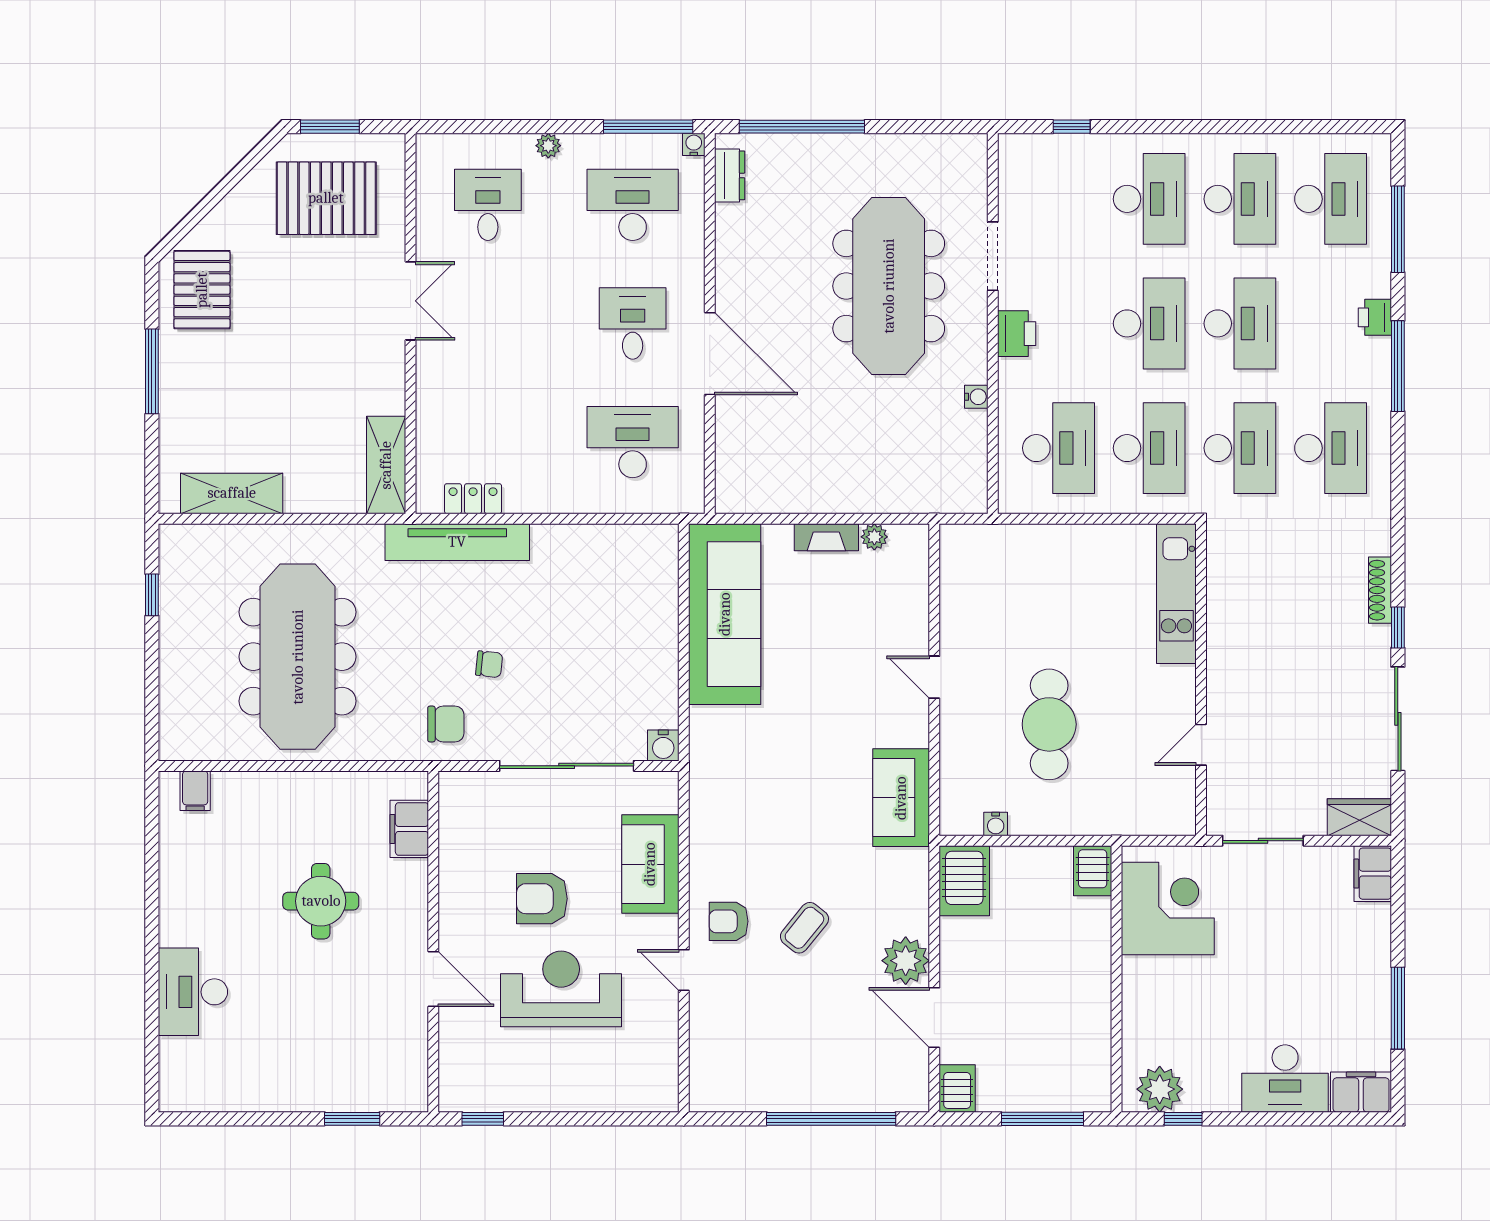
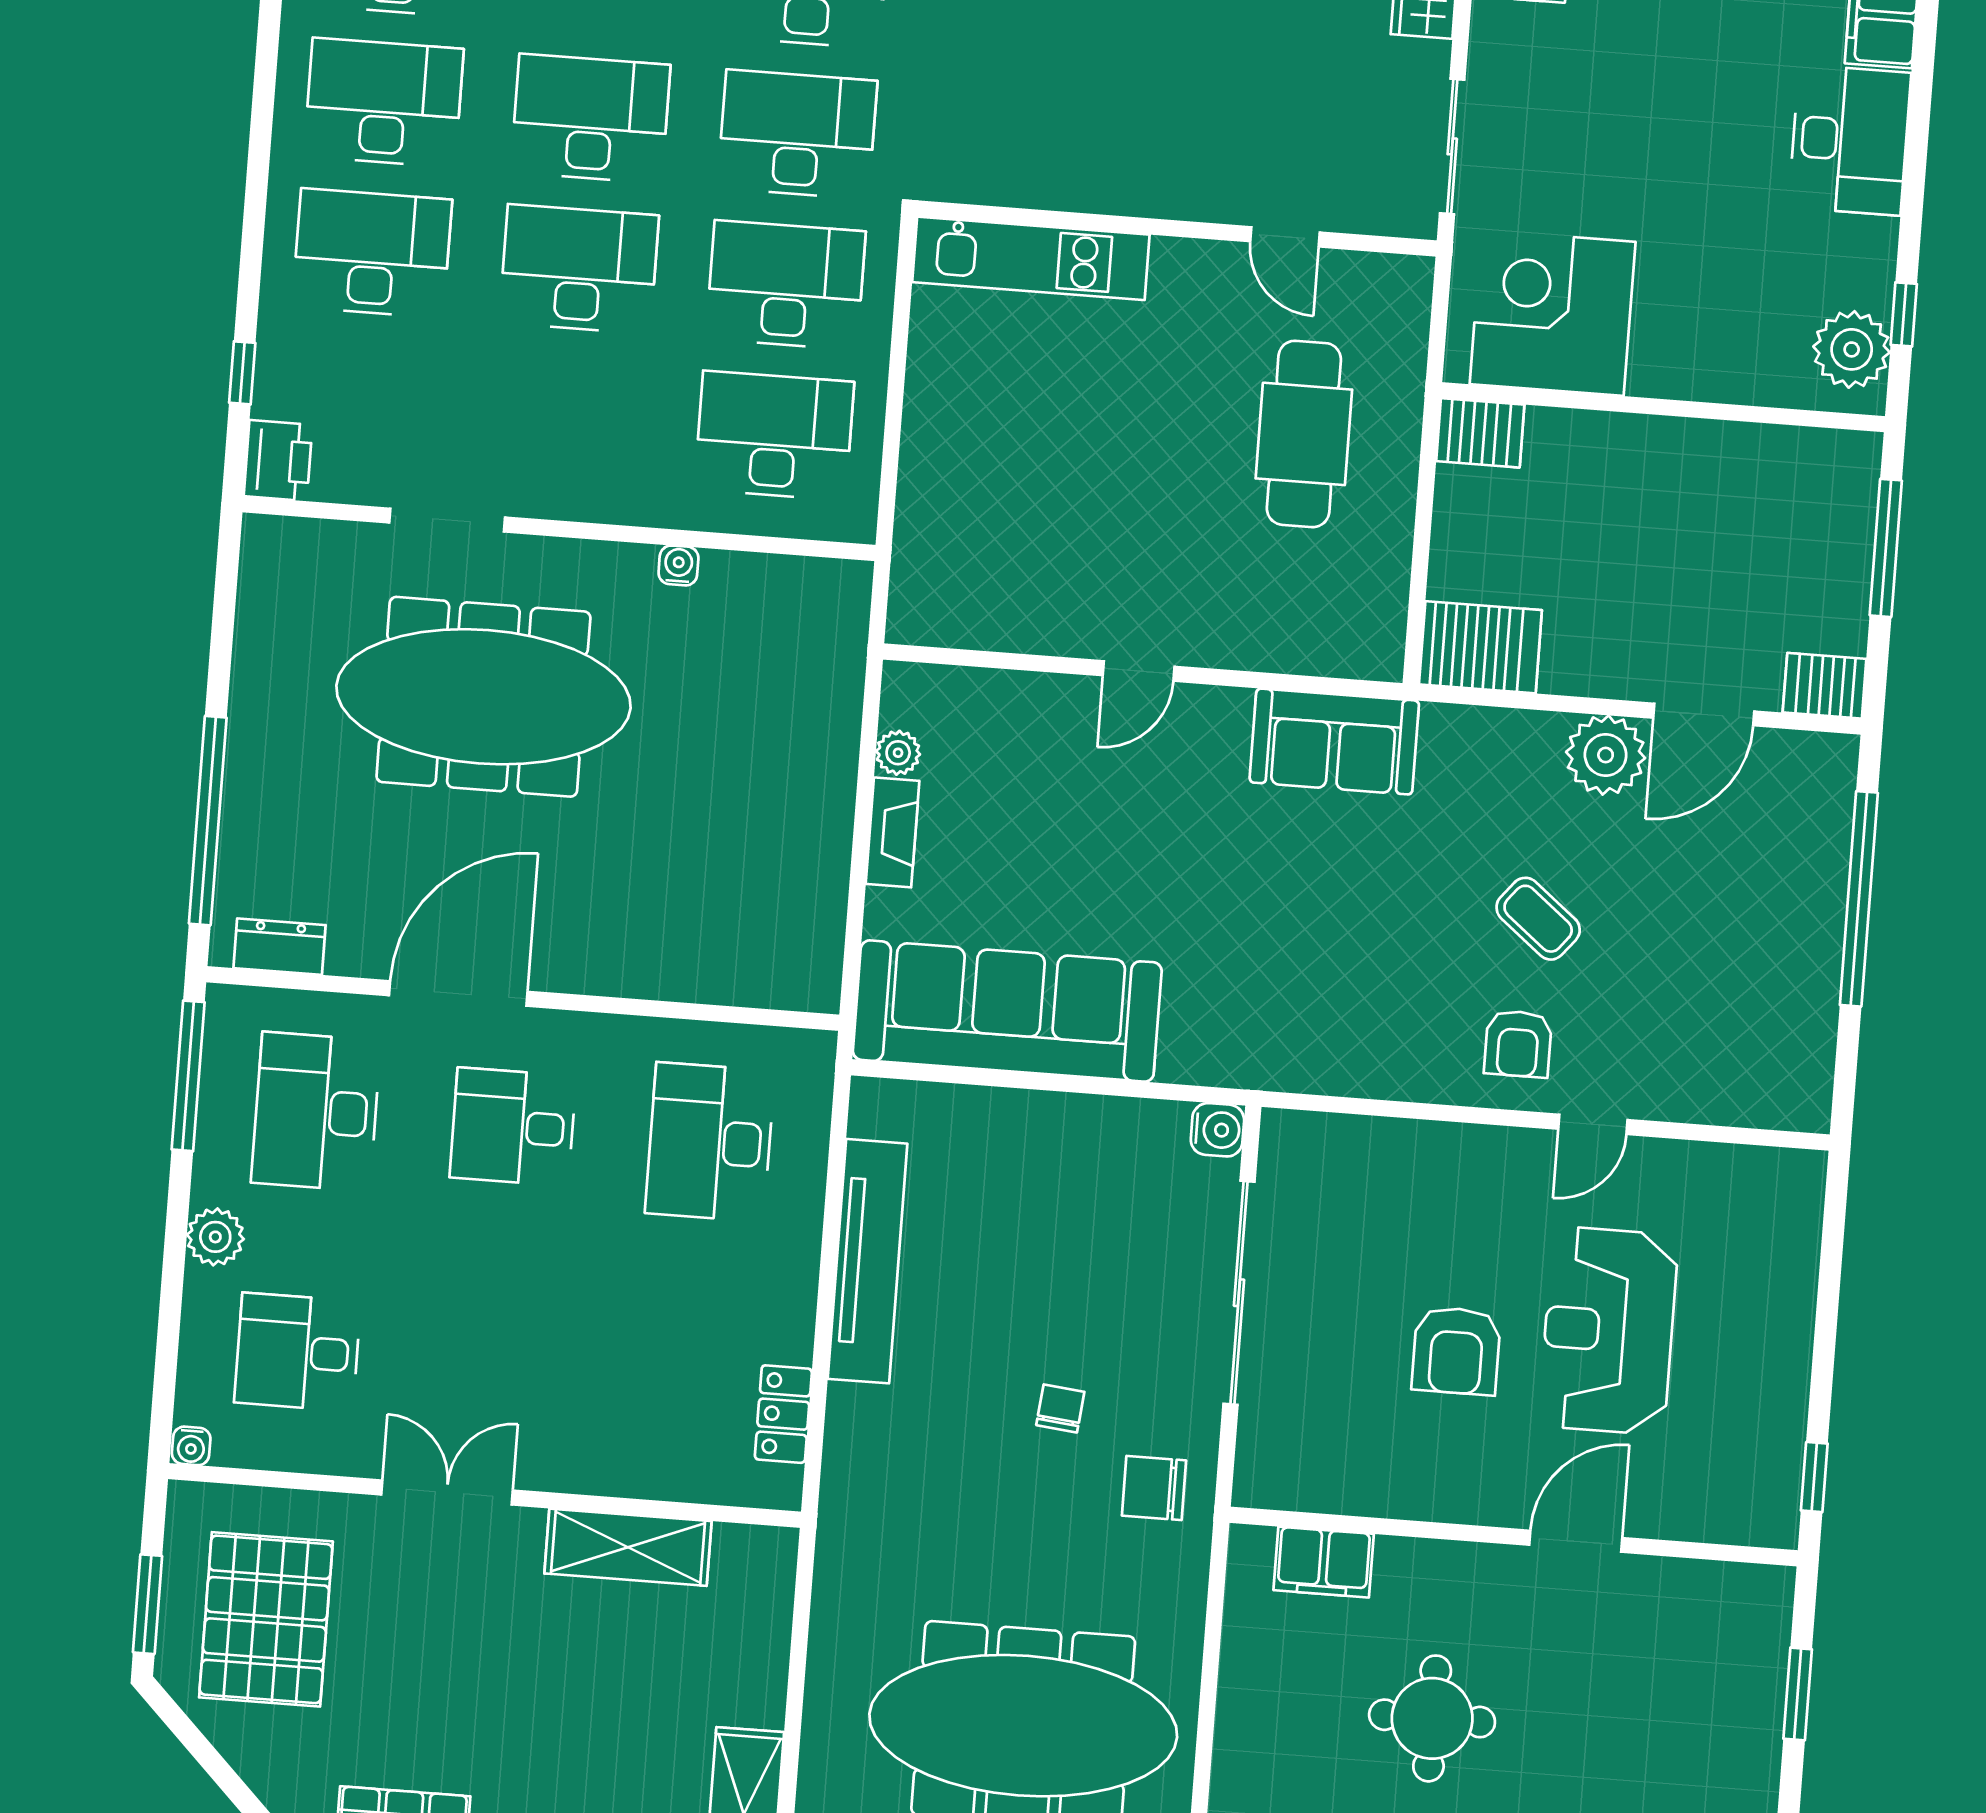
water cooler: (694, 144) -> (191, 1446), moved, turned -90
plant: (548, 146) -> (215, 1237), width x1.38, depth x1.38
printer: (1017, 334) -> (278, 460), moved, turned 90
door: (710, 354) -> (458, 994), moved
shelving: (386, 465) -> (628, 1547), moved
tv unit: (457, 542) -> (868, 1261), moved
chair: (446, 724) -> (1154, 1488), turned -90
cafe table: (1049, 724) -> (1304, 434), moved, turned 90
water cooler: (996, 824) -> (1390, 588), removed
sofa: (650, 864) -> (1413, 1166), removed

